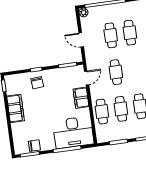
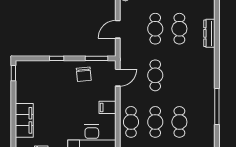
door: (81, 40) -> (118, 29), hinge flipped
chair: (37, 83) -> (84, 74), moved
filing cabinet: (81, 98) -> (107, 107), width x0.50
filing cabinet: (16, 108) -> (24, 120), moved

